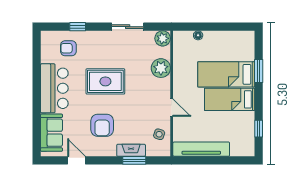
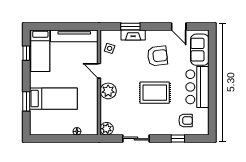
plant: (161, 68) -> (108, 91), moved
bed: (230, 99) -> (40, 51), moved, turned 90
armchair: (102, 125) -> (157, 56), turned 84

